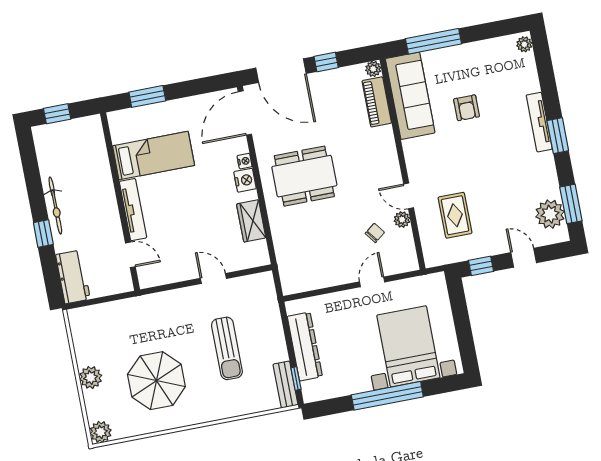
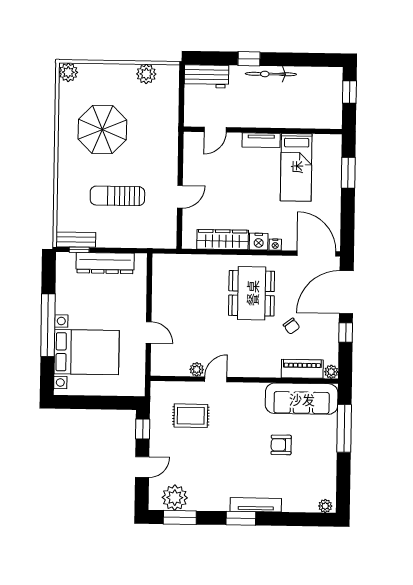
tv unit: (133, 210) -> (261, 140), width x0.71
wardrobe: (251, 221) -> (223, 240), width x1.50
chair: (375, 233) -> (292, 326), moved
plant: (91, 377) -> (146, 74), moved

